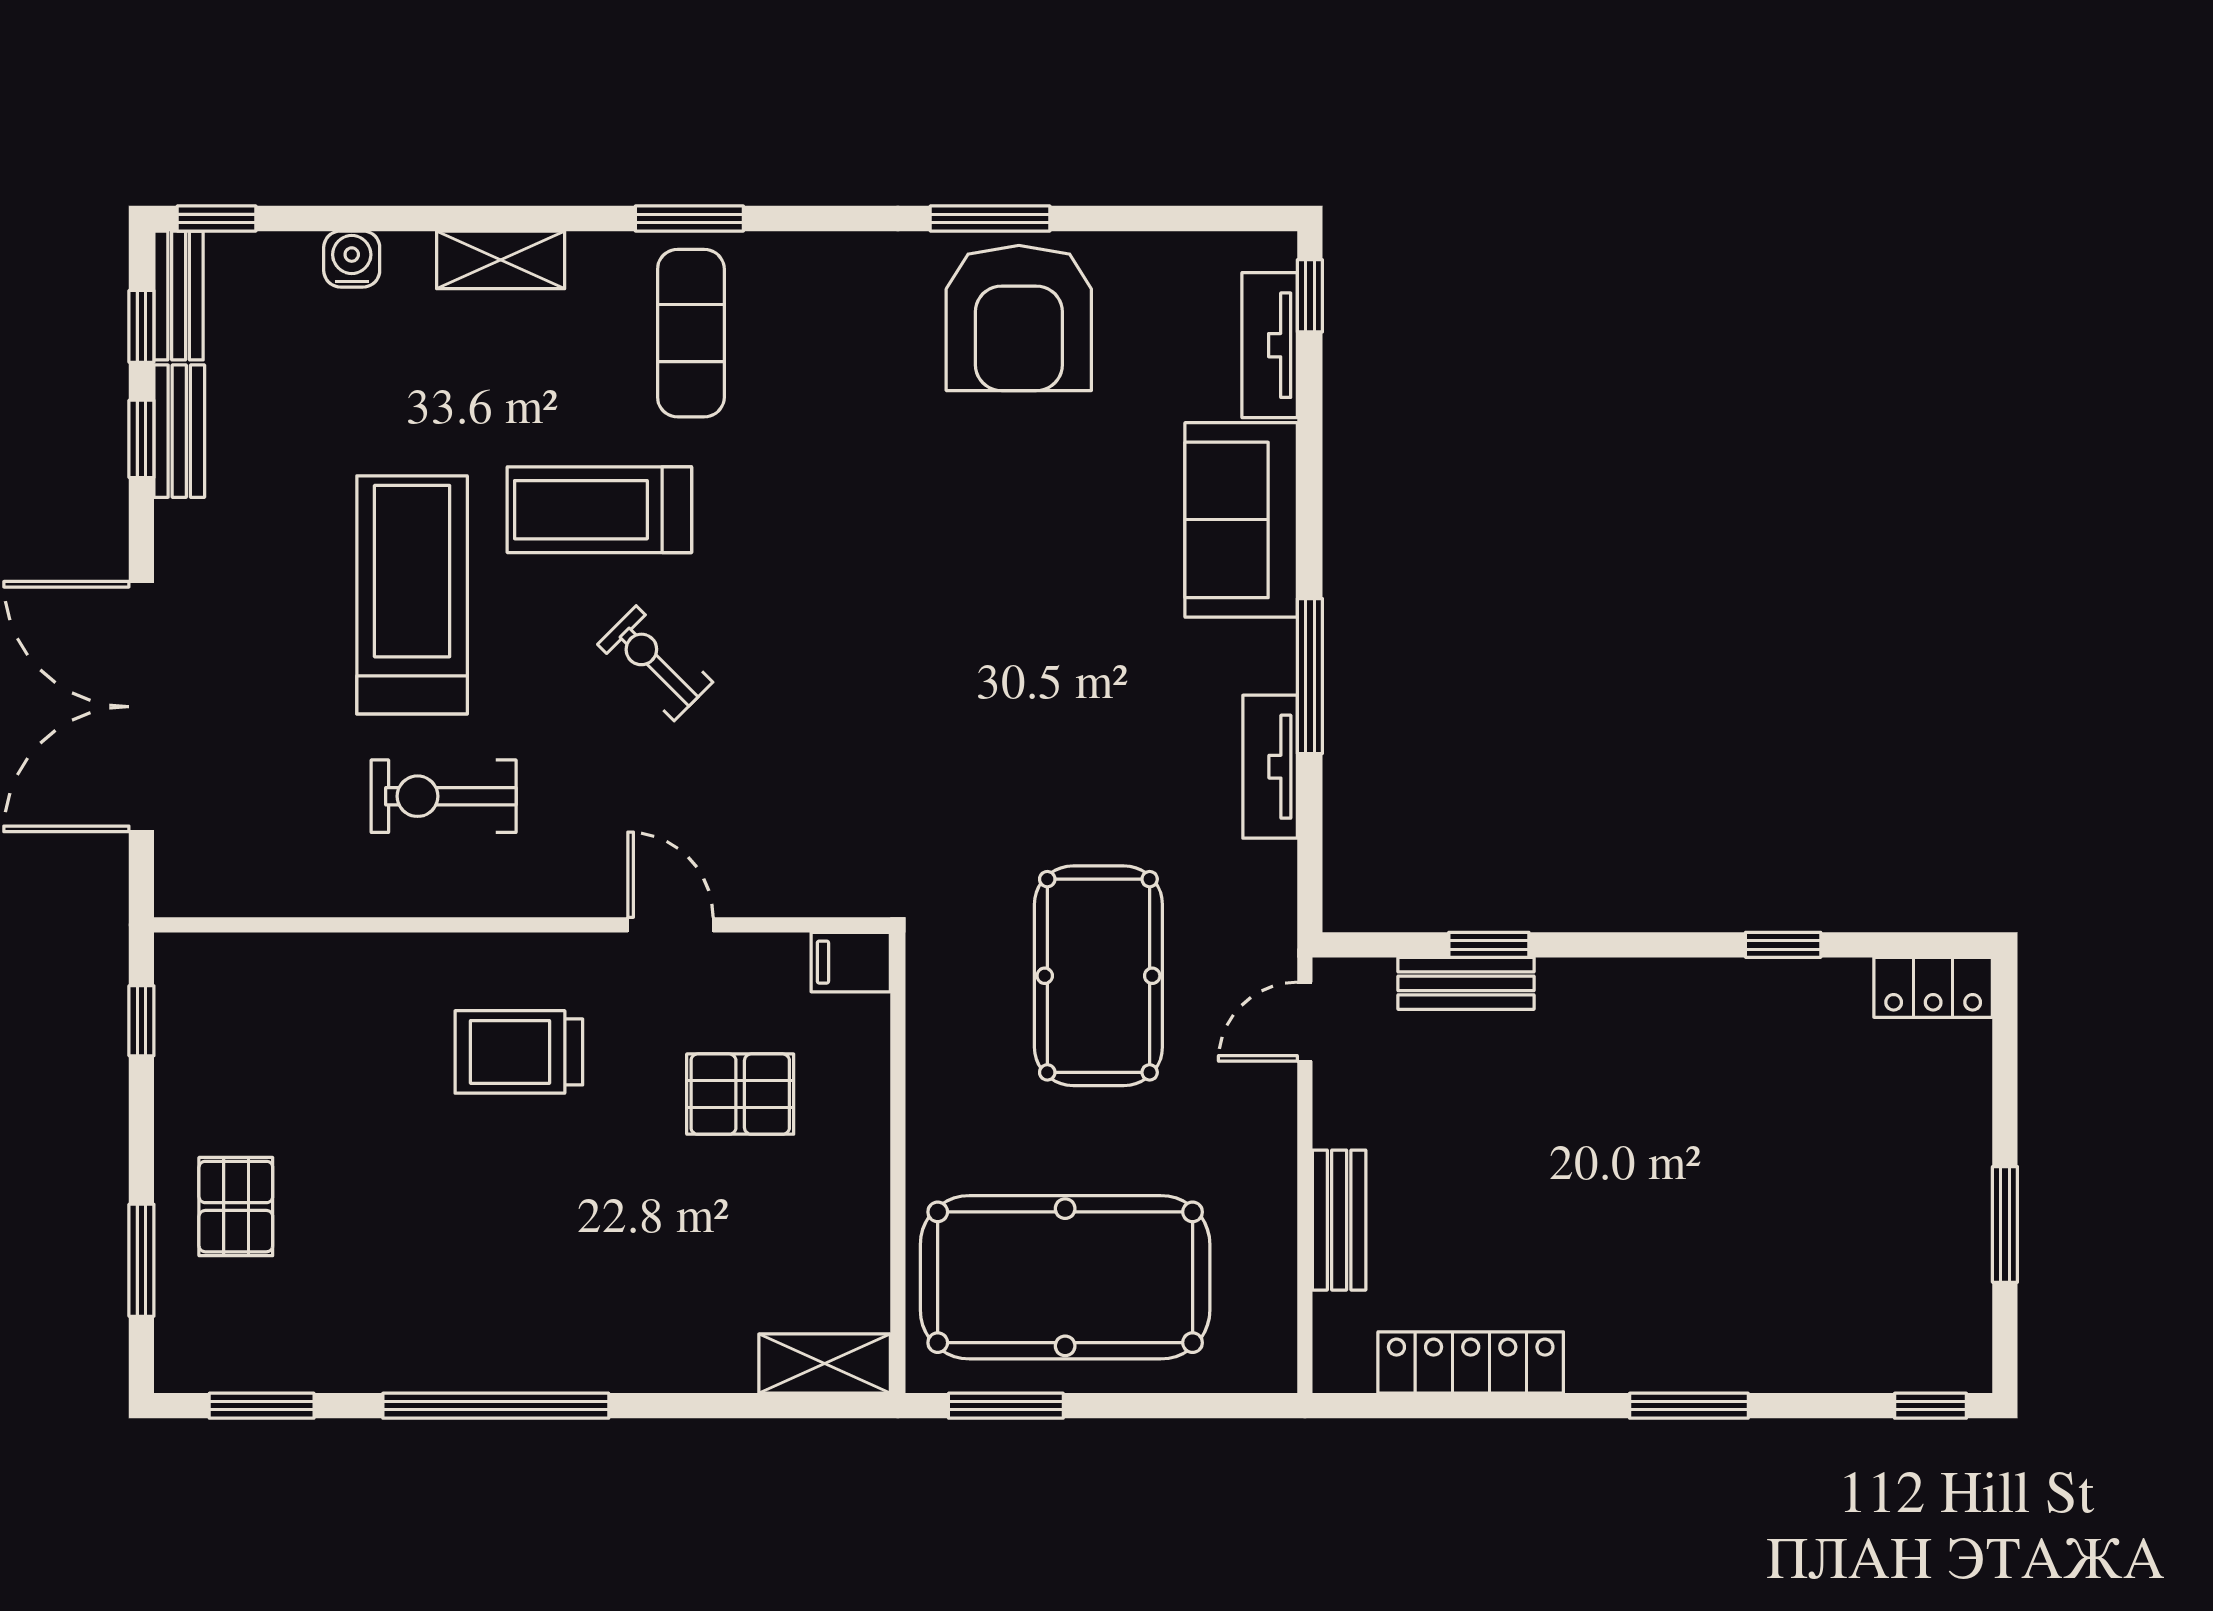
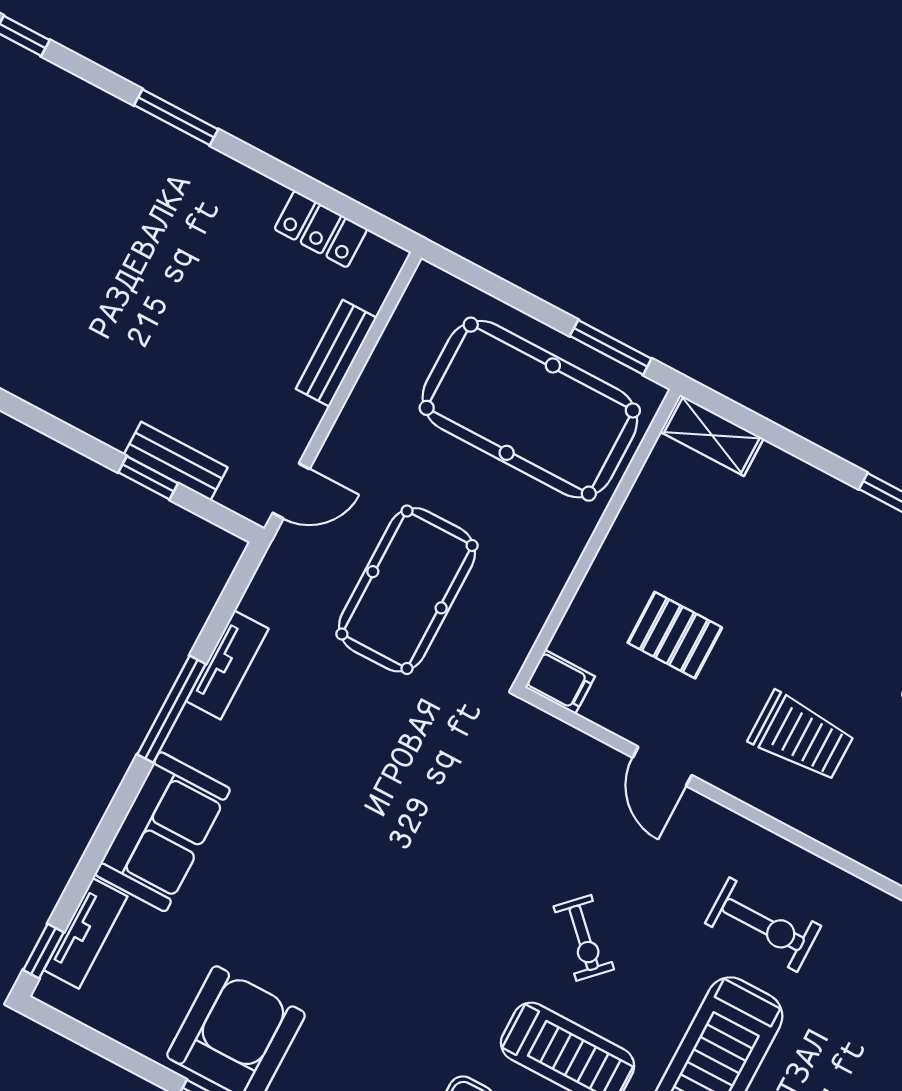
locker: (1471, 1362) -> (321, 229), width x0.66

